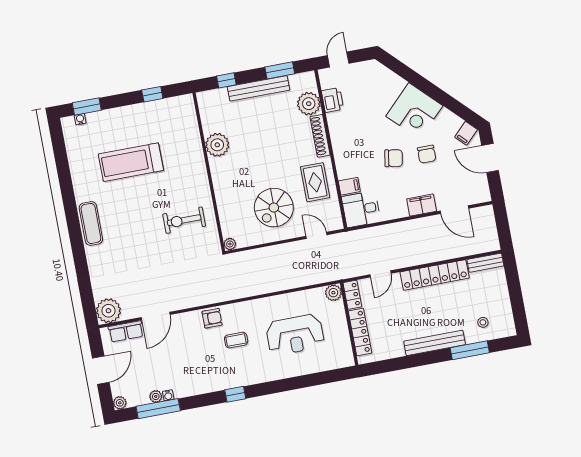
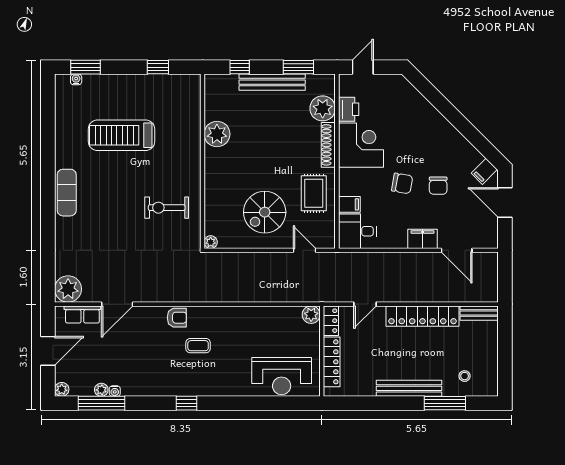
corner desk: (414, 111) -> (361, 145), moved, turned -135
reception desk: (295, 335) -> (282, 376), moved

